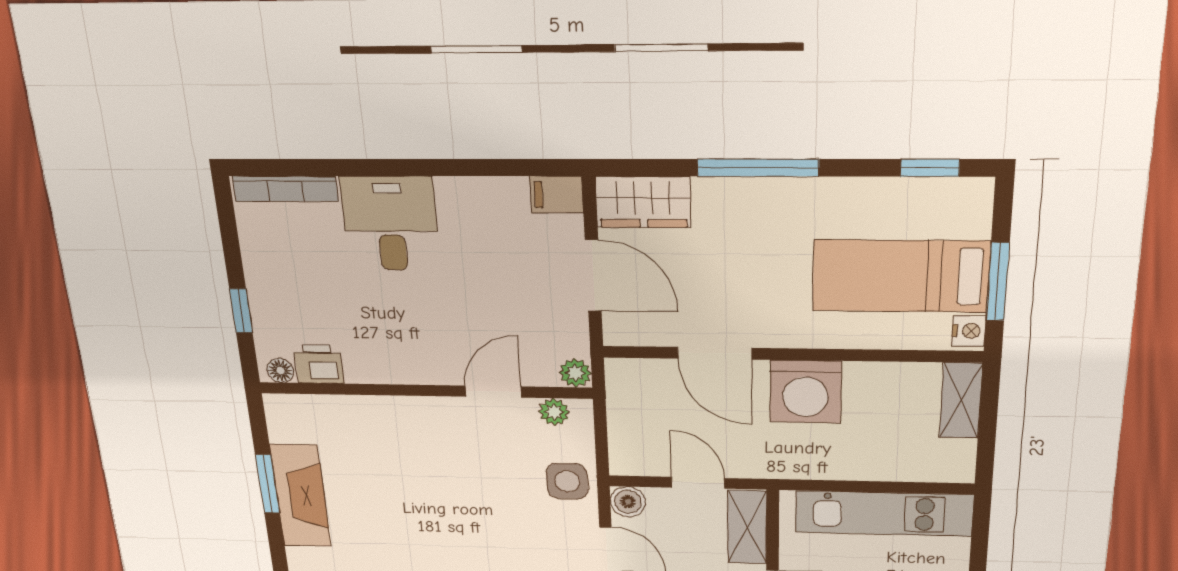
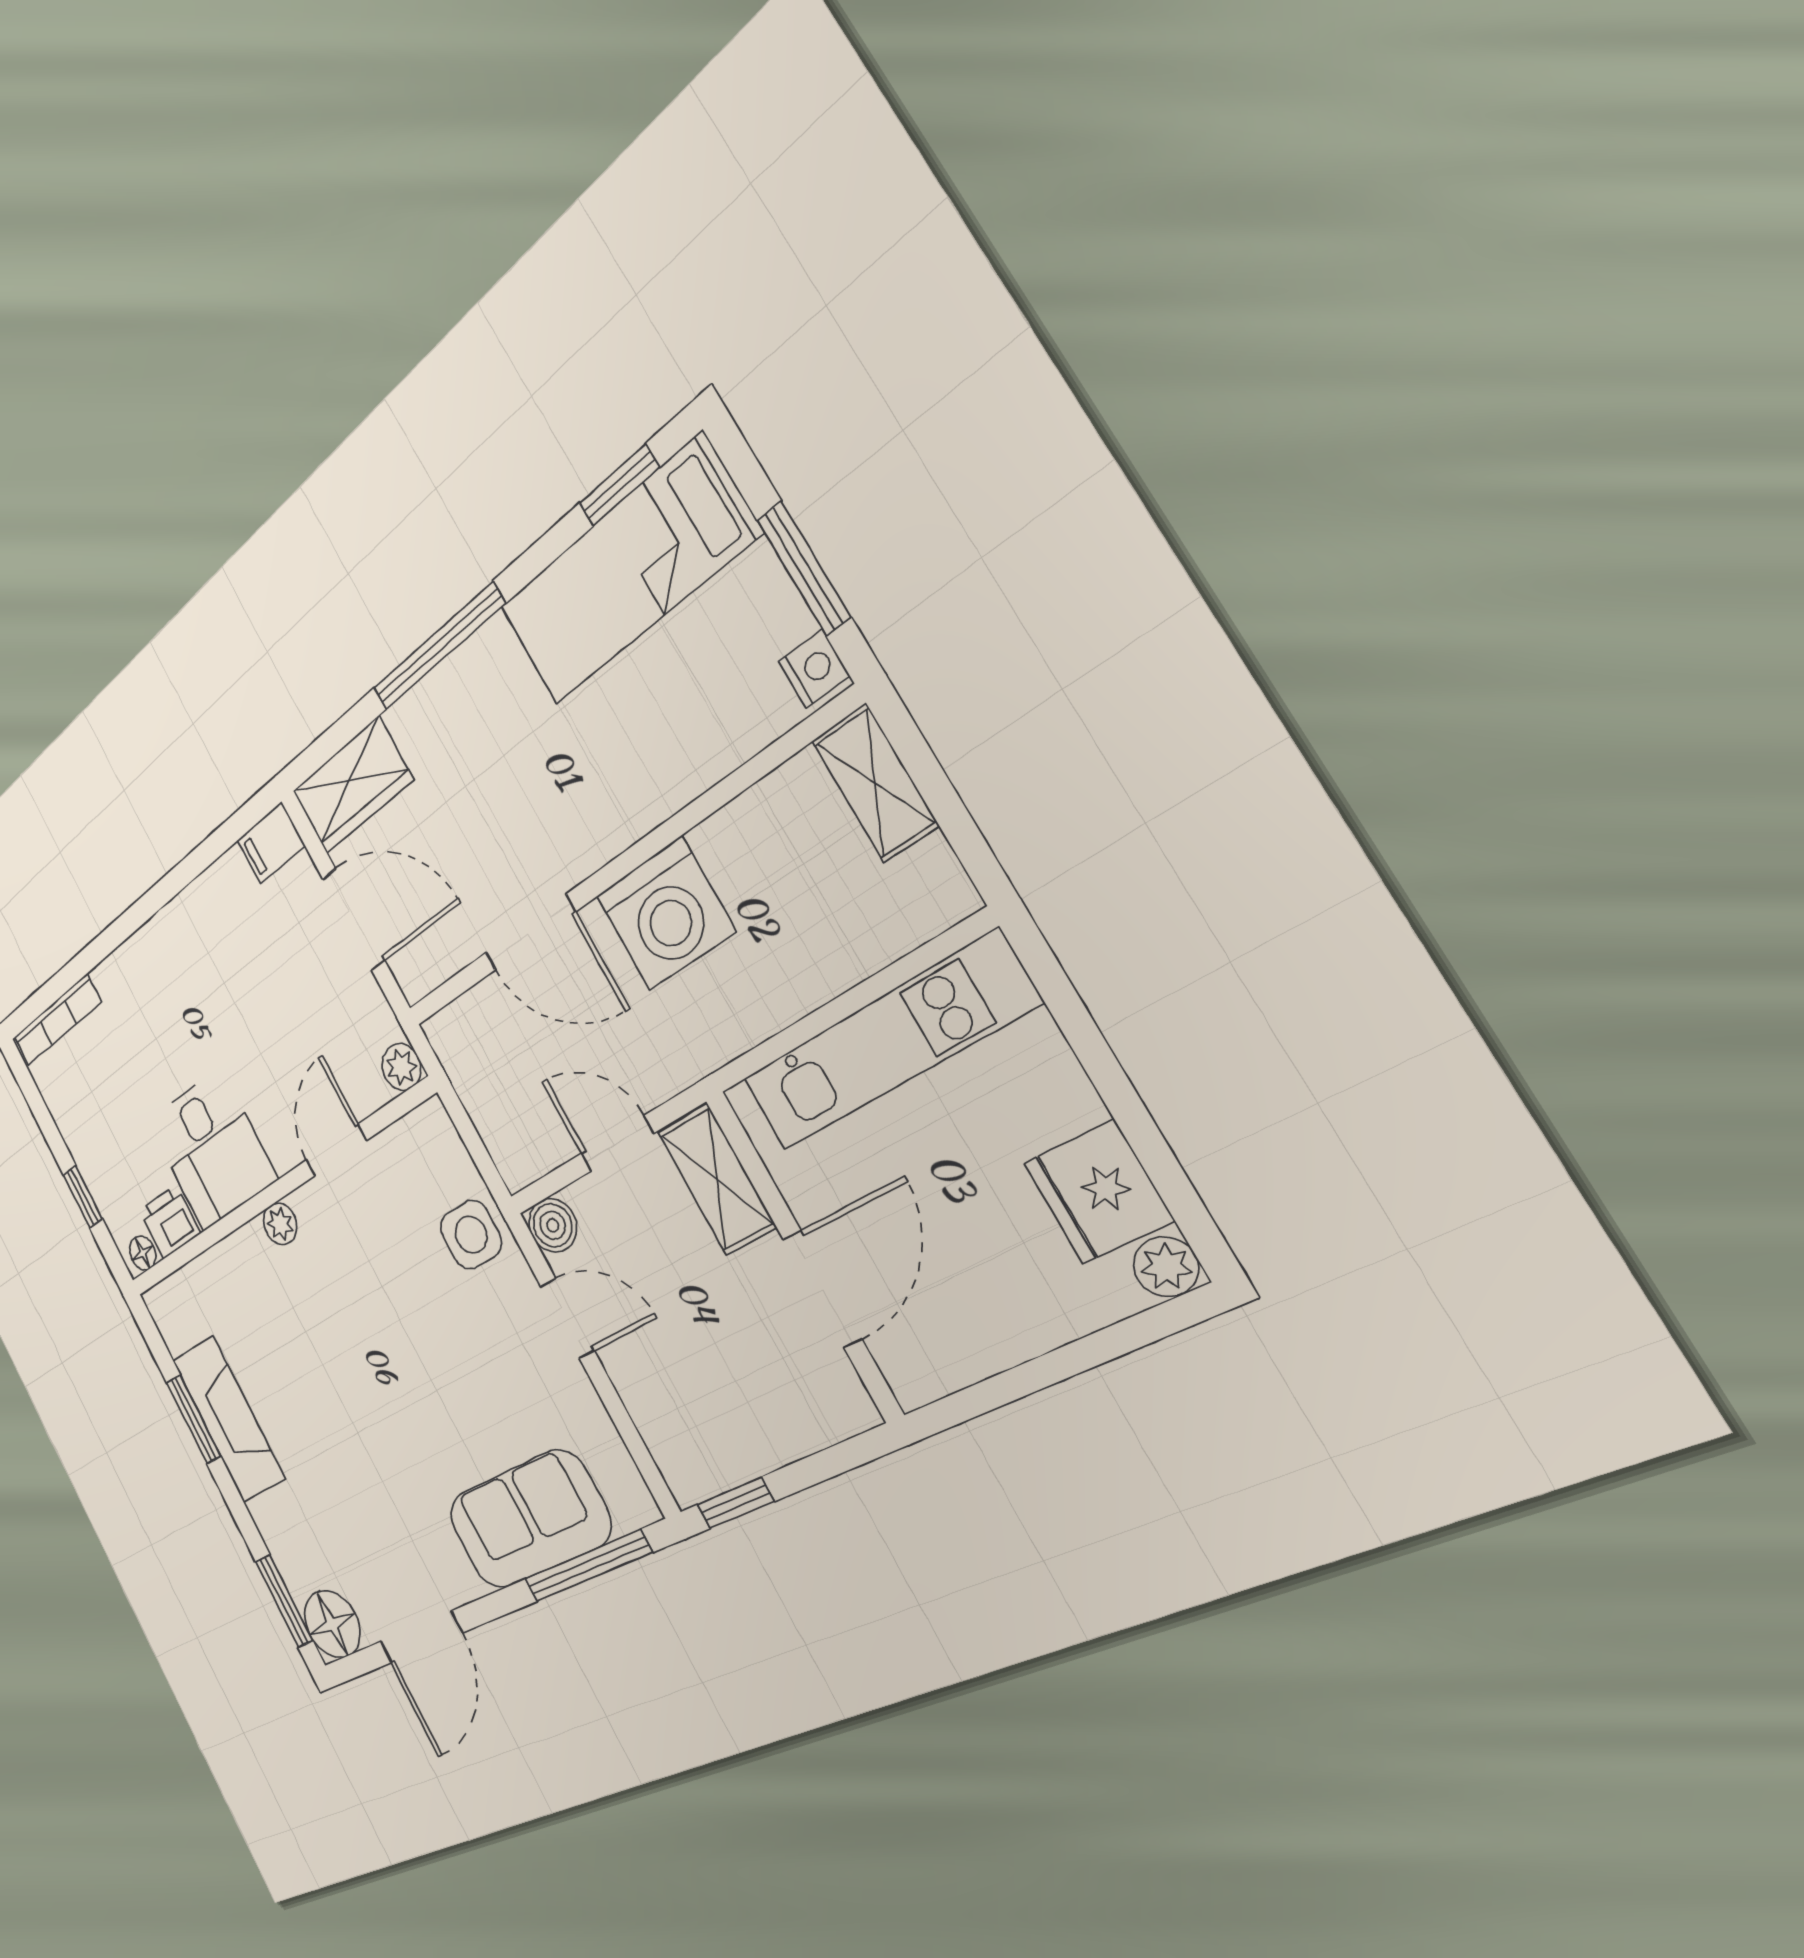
desk: (390, 224) -> (212, 1150), moved, turned 180
bed: (901, 276) -> (627, 572), moved
plant: (554, 412) -> (280, 1224), moved

